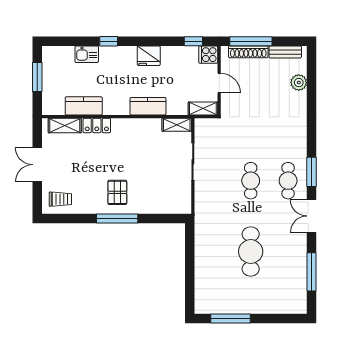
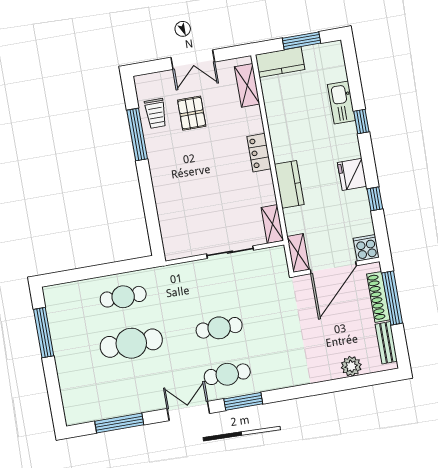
window: (193, 41) -> (375, 199), moved
kitchen sink: (87, 54) -> (341, 103), width x1.38
door: (219, 83) -> (333, 268), width x1.88
kitchen counter: (84, 106) -> (280, 62), moved, turned 90
locker: (97, 126) -> (259, 153), moved
double door: (37, 165) -> (193, 60), swing flipped
pallet: (117, 192) -> (192, 113), moved, turned 90
trolley: (60, 199) -> (156, 113), moved
window: (117, 218) -> (137, 135), moved
cafe table: (213, 252) -> (123, 297), added

